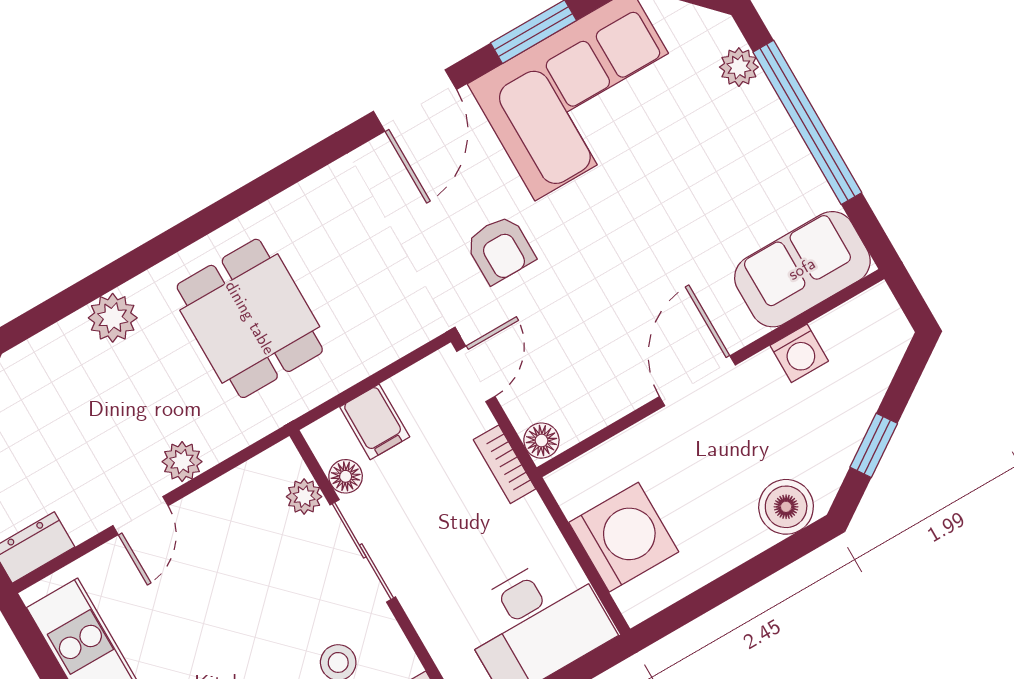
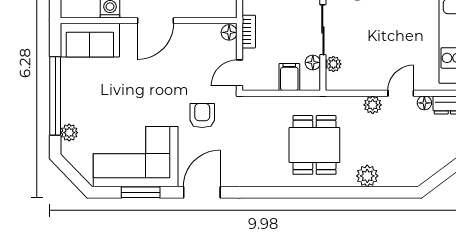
floor lamp: (84, 523) -> (424, 103), added

